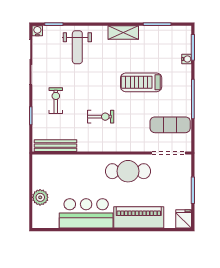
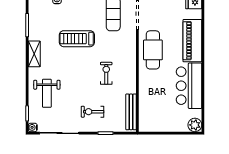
weight bench: (77, 47) -> (47, 93), turned 90
treadmill: (141, 82) -> (77, 39), turned 90
plant: (40, 197) -> (195, 125), moved

